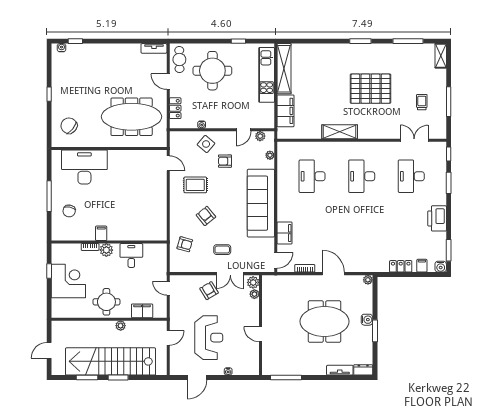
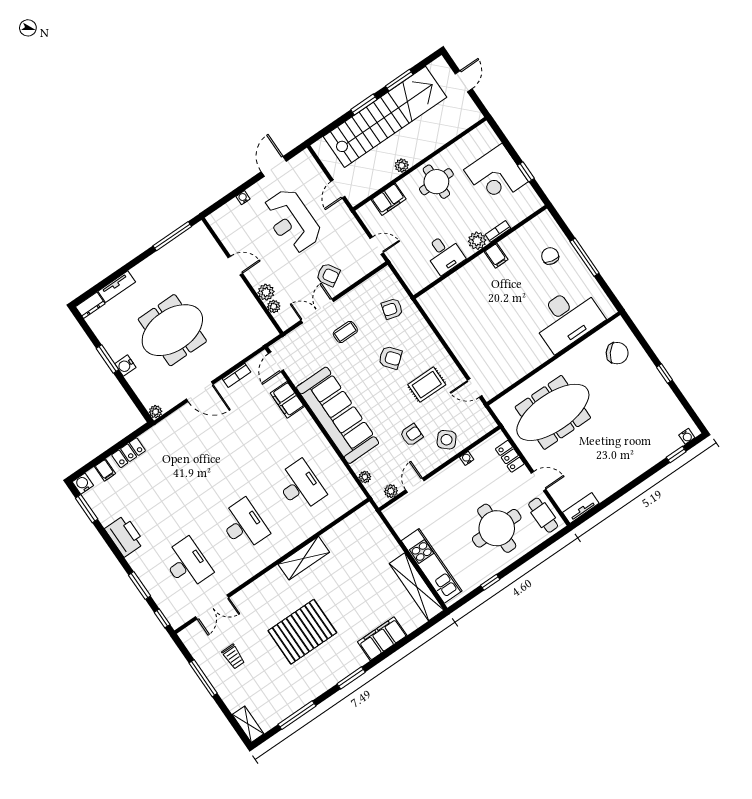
filing cabinet: (286, 111) -> (382, 639), moved, turned 90
plant: (253, 282) -> (266, 292), moved

